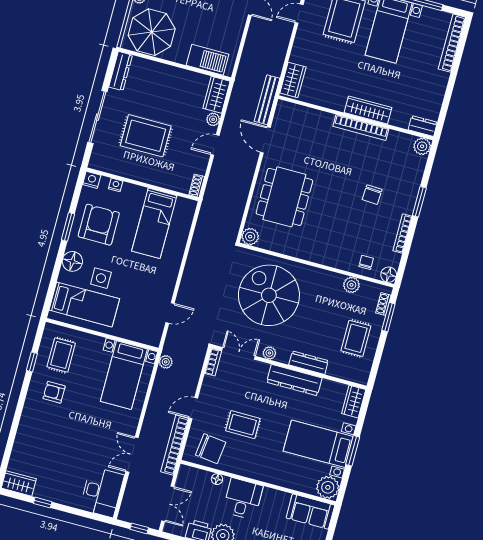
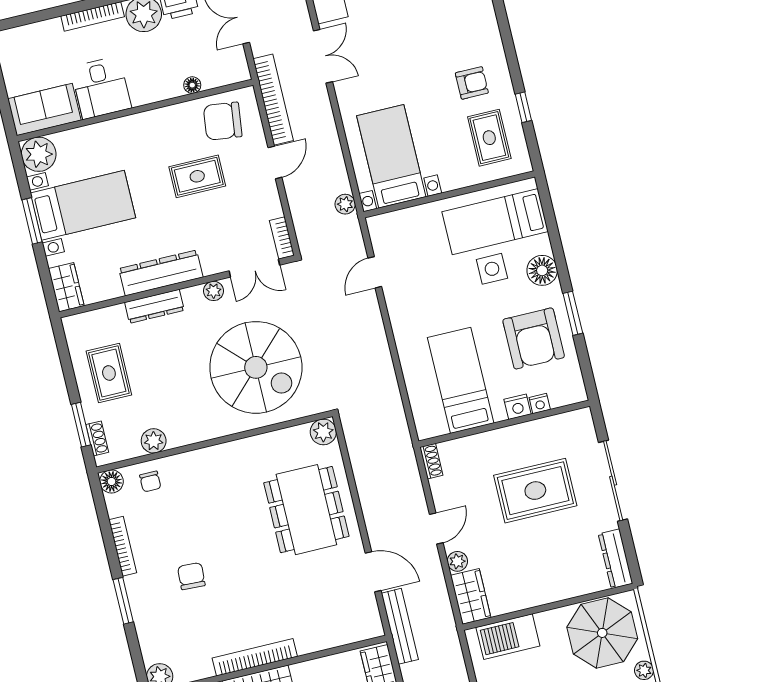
nightstand: (92, 180) -> (518, 407), moved
desk: (243, 499) -> (101, 88), moved

